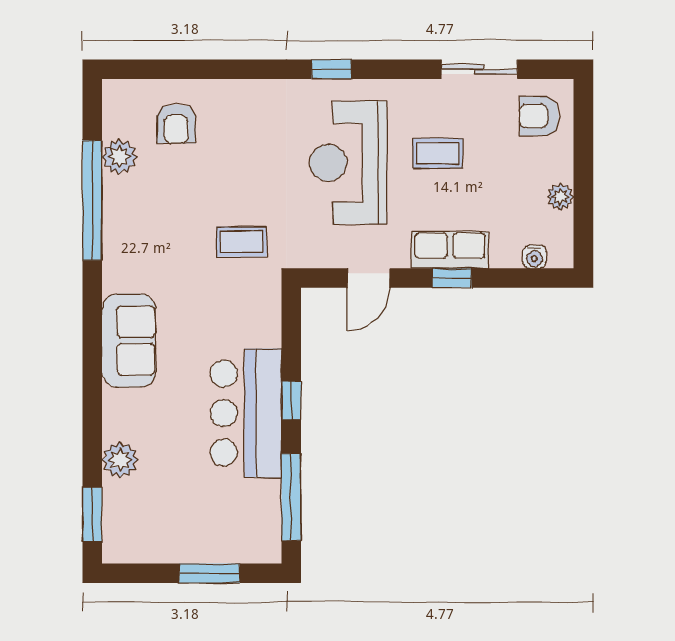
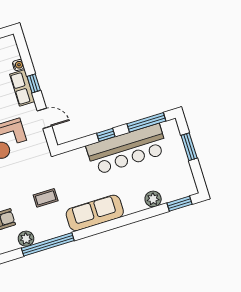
coffee table: (242, 242) -> (46, 198), moved, turned 90
water cooler: (534, 257) -> (18, 65), moved
sofa: (129, 341) -> (95, 213), width x1.36
bar counter: (246, 413) -> (127, 149), width x1.36

